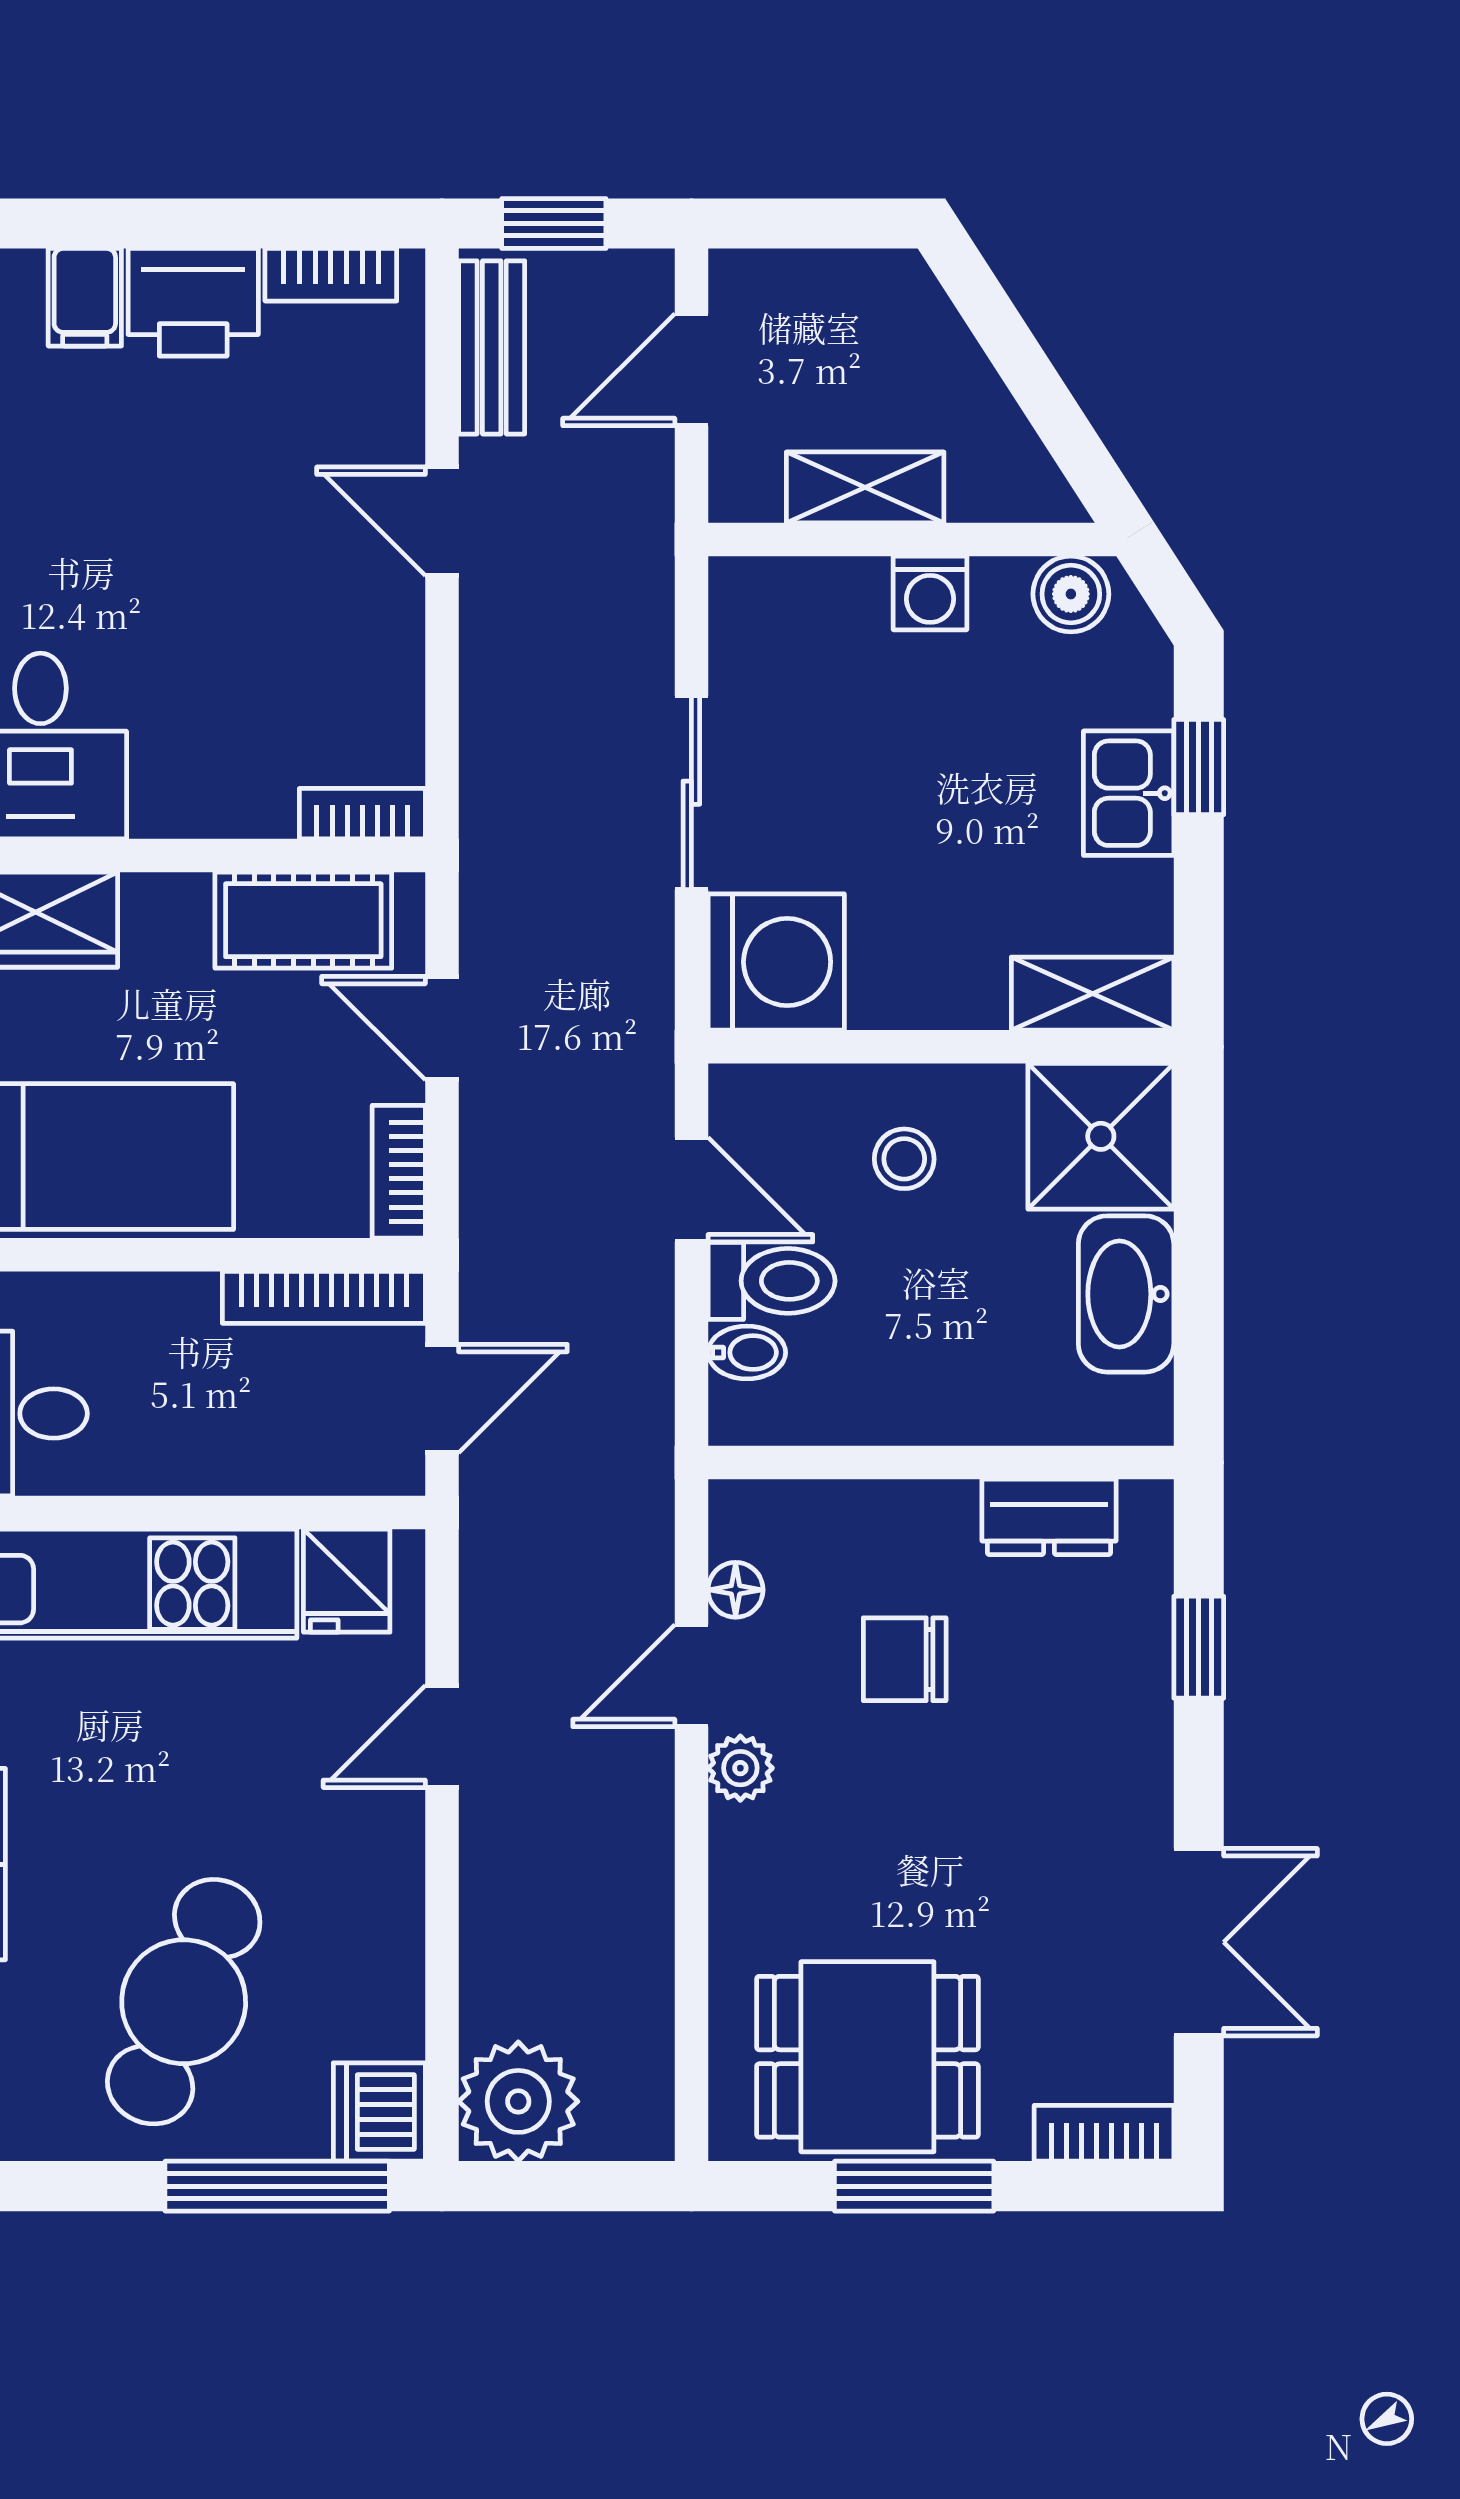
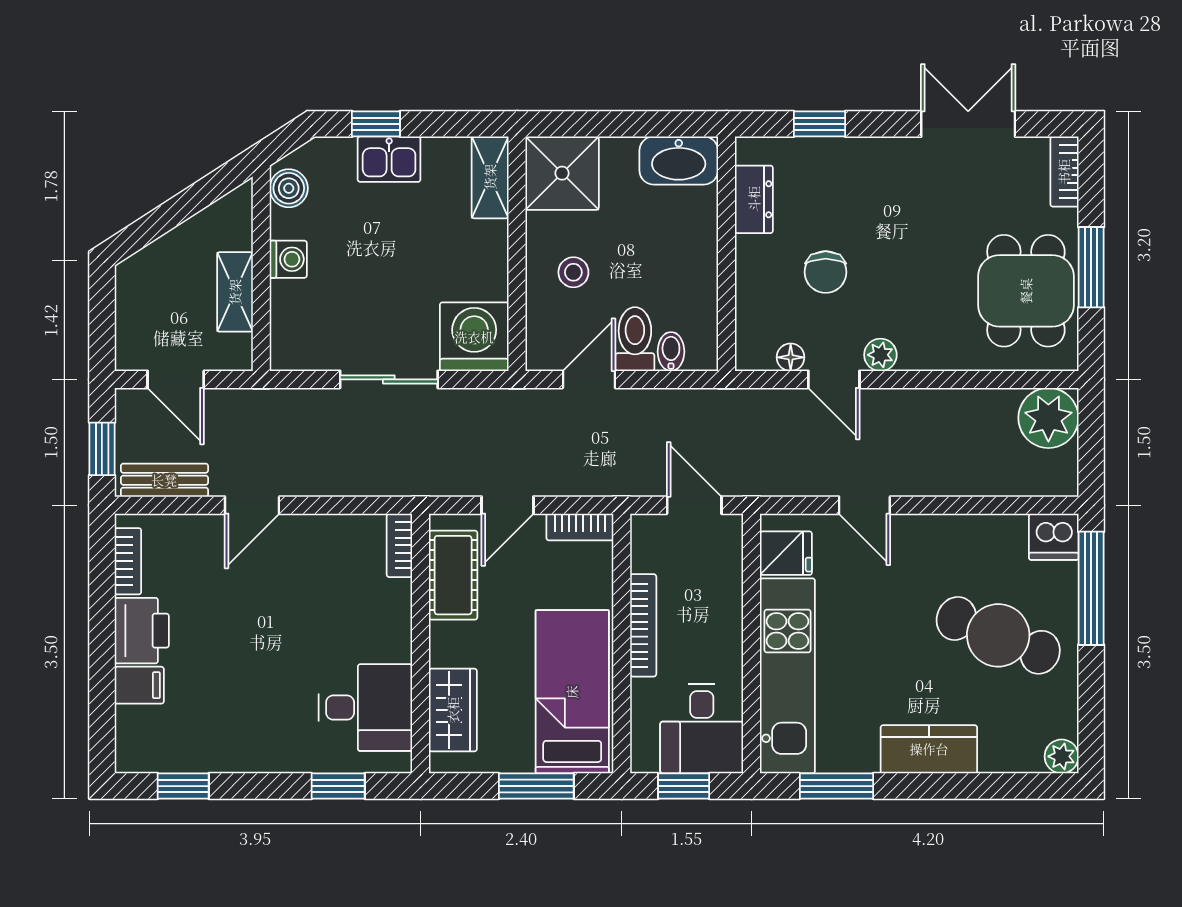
washbasin: (1126, 1294) -> (679, 160), moved
bookcase: (324, 1297) -> (643, 625), moved
plant: (518, 2101) -> (1048, 418), moved

